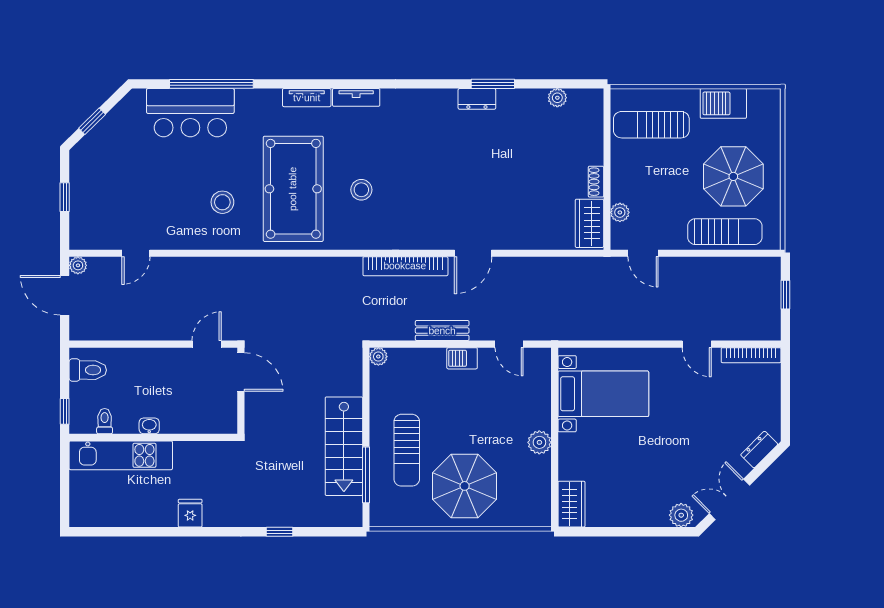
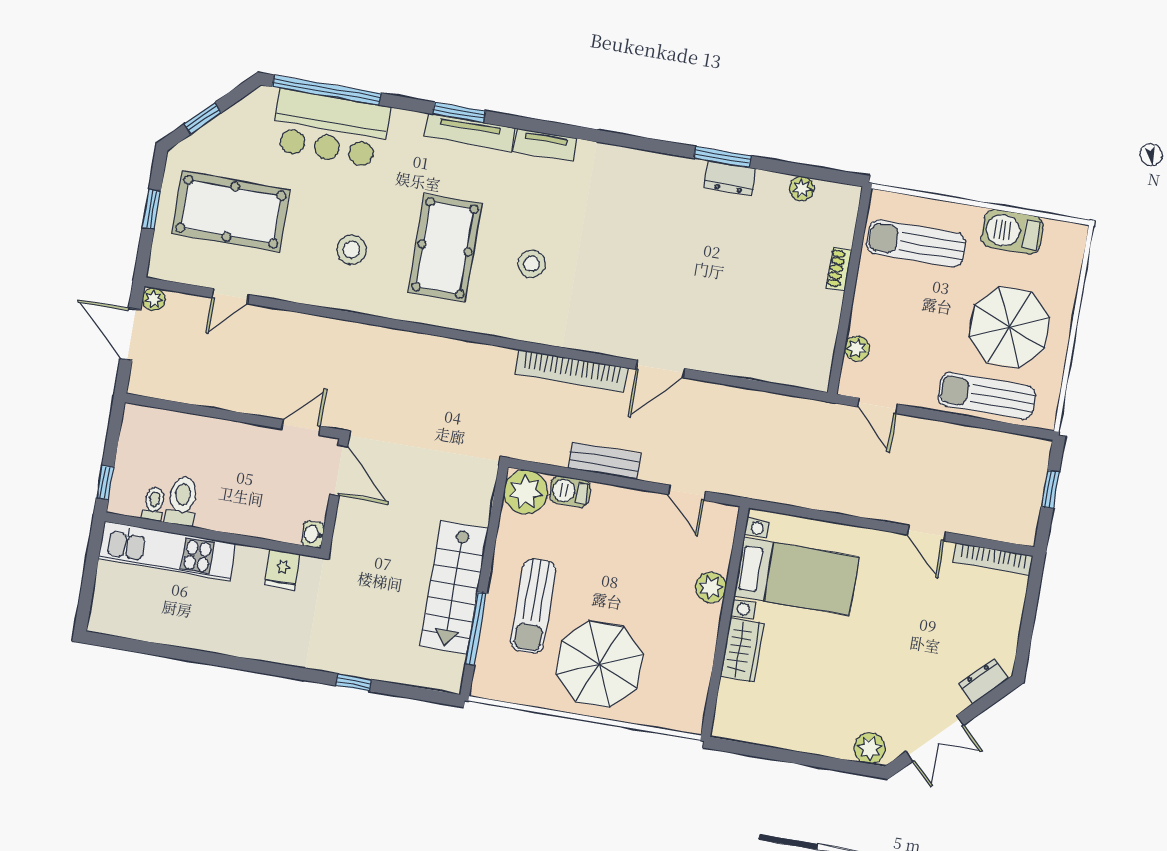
window: (211, 84) -> (327, 90), moved
window: (287, 84) -> (459, 112), added
tv unit: (307, 98) -> (469, 132), width x1.41
dresser: (477, 99) -> (730, 178), moved
shoe rack: (596, 182) -> (839, 269), moved
pool table: (126, 189) -> (231, 212), added
pool table: (293, 189) -> (445, 248), width x0.73, depth x0.76
wardrobe: (589, 223) -> (816, 356), removed
sun lounger: (725, 232) -> (987, 396), turned 180
plant: (378, 357) -> (526, 492), width x1.88, depth x1.88
barbecue: (462, 358) -> (570, 492), moved
toilet: (88, 370) -> (182, 501), moved, turned -90
washbasin: (149, 426) -> (313, 534), moved, turned -90
plant: (539, 442) -> (711, 587), moved
double door: (729, 499) -> (935, 738), swing flipped
wardrobe: (571, 504) -> (742, 650), moved
fridge: (190, 513) -> (282, 570), moved, turned 180

